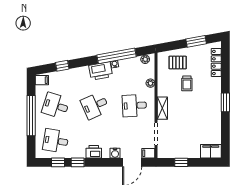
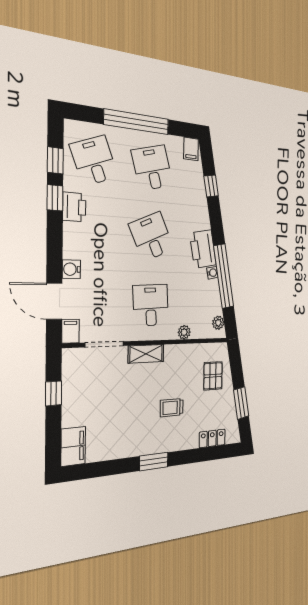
locker: (216, 62) -> (212, 438), width x0.66
trolley: (187, 83) -> (172, 408), moved
desk: (56, 106) -> (152, 168), turned -33
desk: (56, 141) -> (94, 161), turned -30
printer: (94, 152) -> (74, 207), moved

